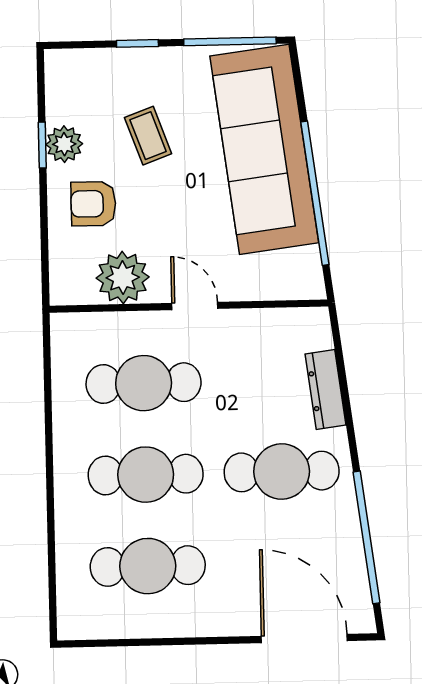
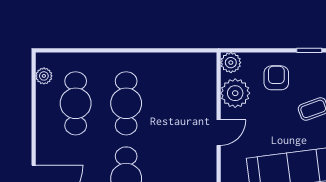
plant: (64, 144) -> (231, 63), moved
cafe table: (144, 383) -> (177, 103), removed
plant: (99, 625) -> (44, 76), added

